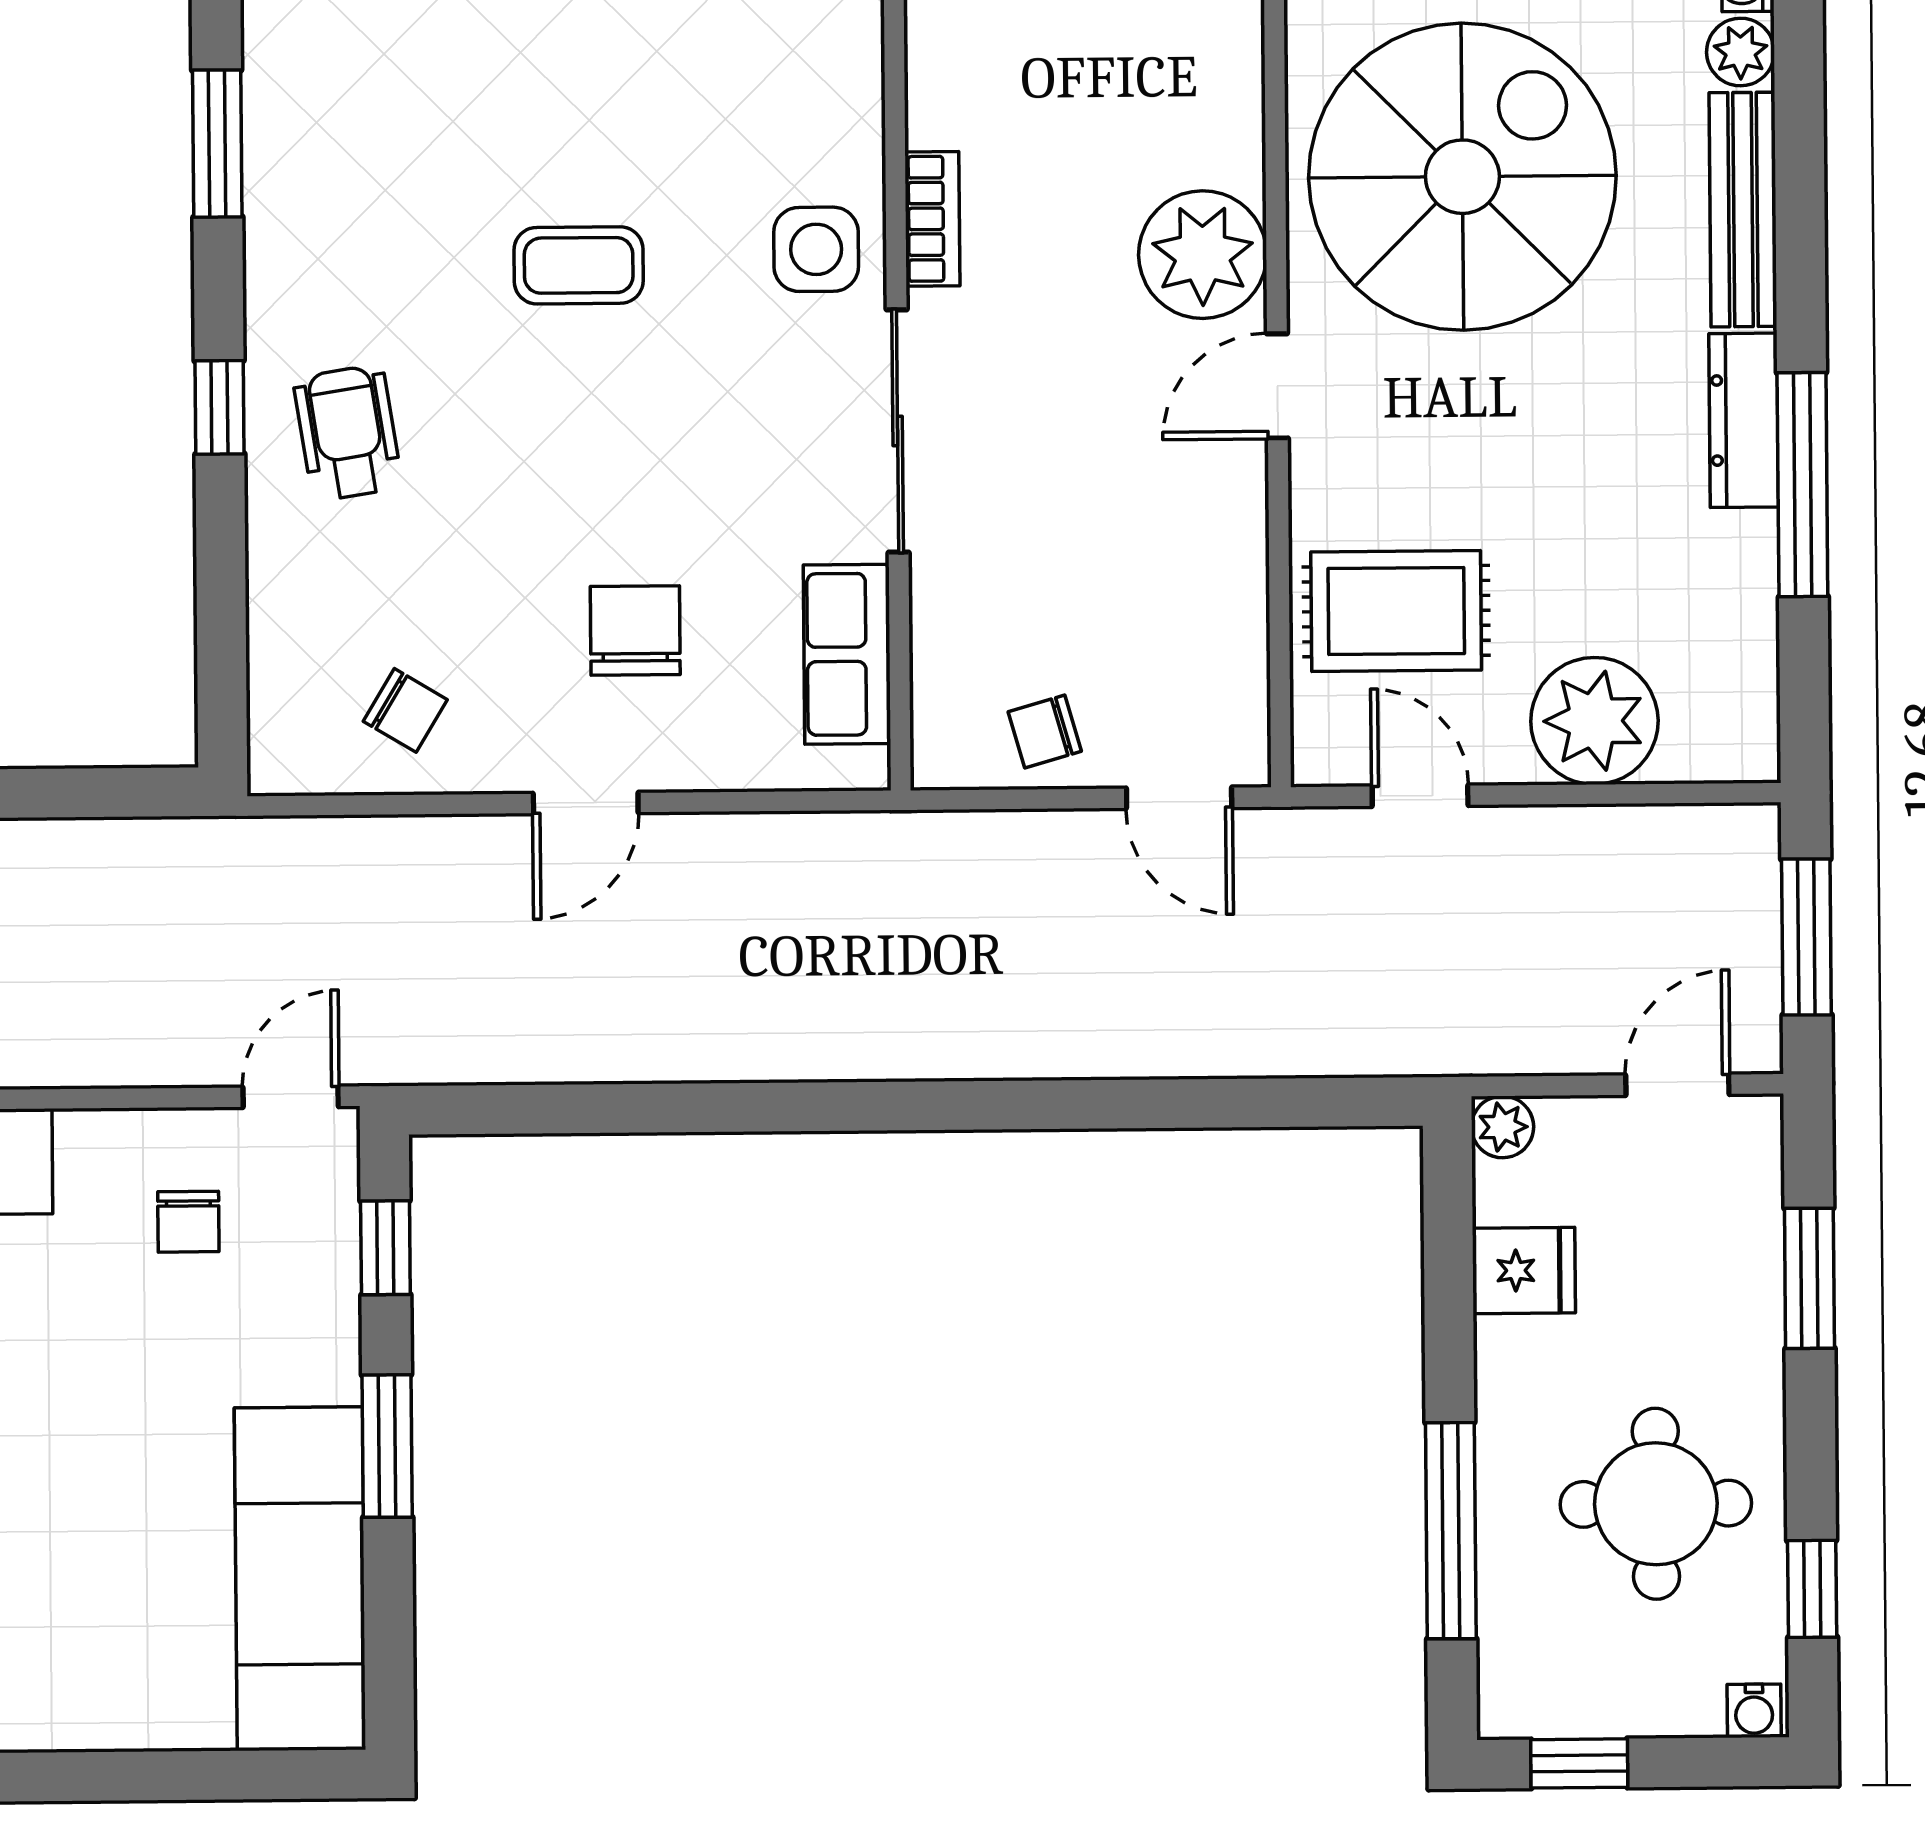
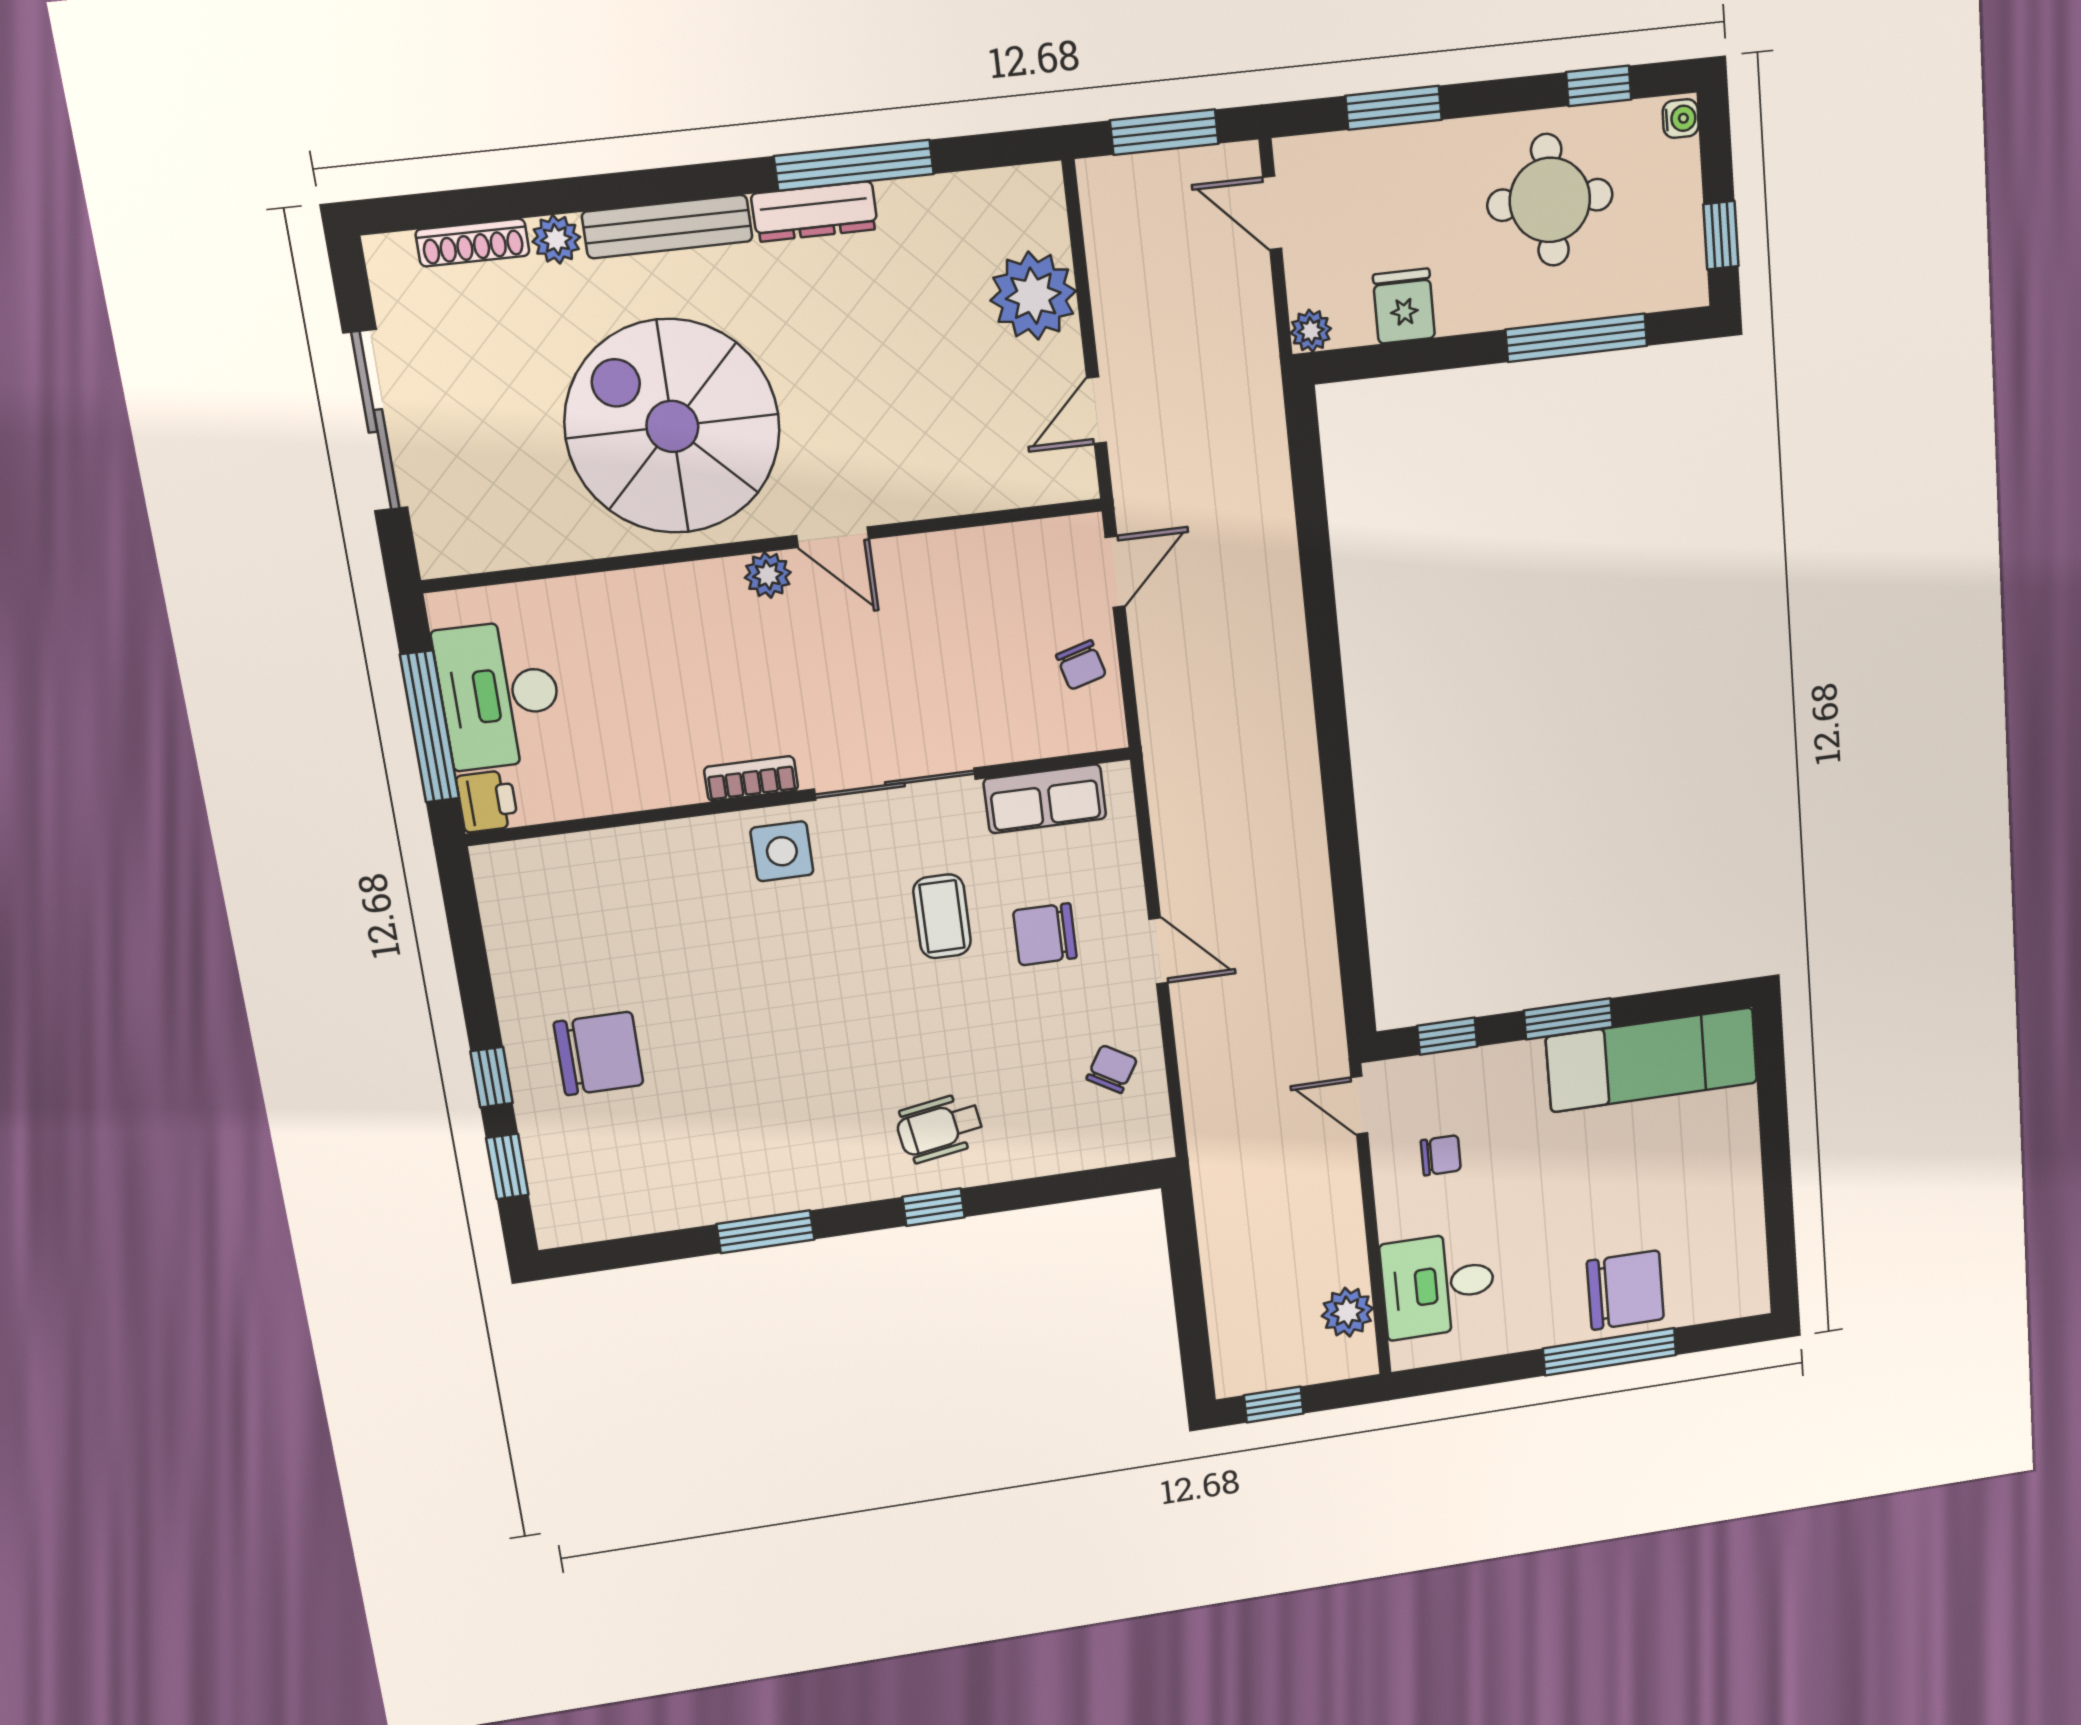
plant: (1203, 255) -> (768, 575), width x0.53, depth x0.53
coffee table: (579, 265) -> (942, 916), moved
rug: (1396, 611) -> (975, 440), removed

